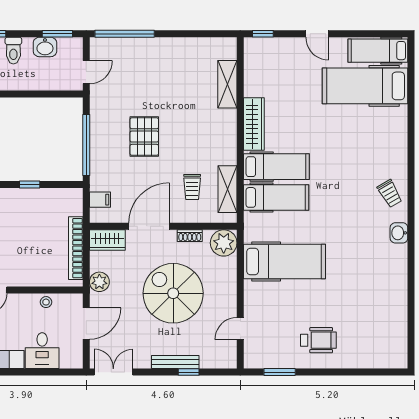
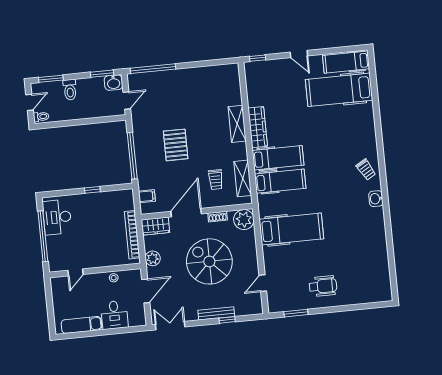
washbasin: (45, 47) -> (114, 83), moved
shelving: (227, 84) -> (237, 124), moved

